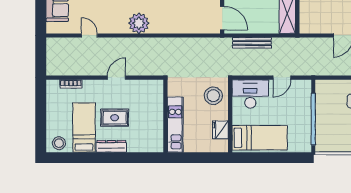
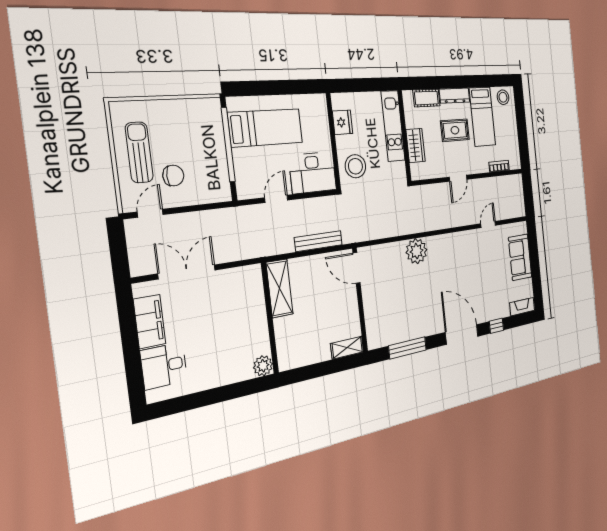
plant: (139, 23) -> (417, 251), moved
door: (89, 35) -> (488, 224), swing flipped
wardrobe: (156, 108) -> (416, 145), added
bed: (260, 138) -> (266, 128), moved, turned 180
cot: (140, 145) -> (426, 98), added

